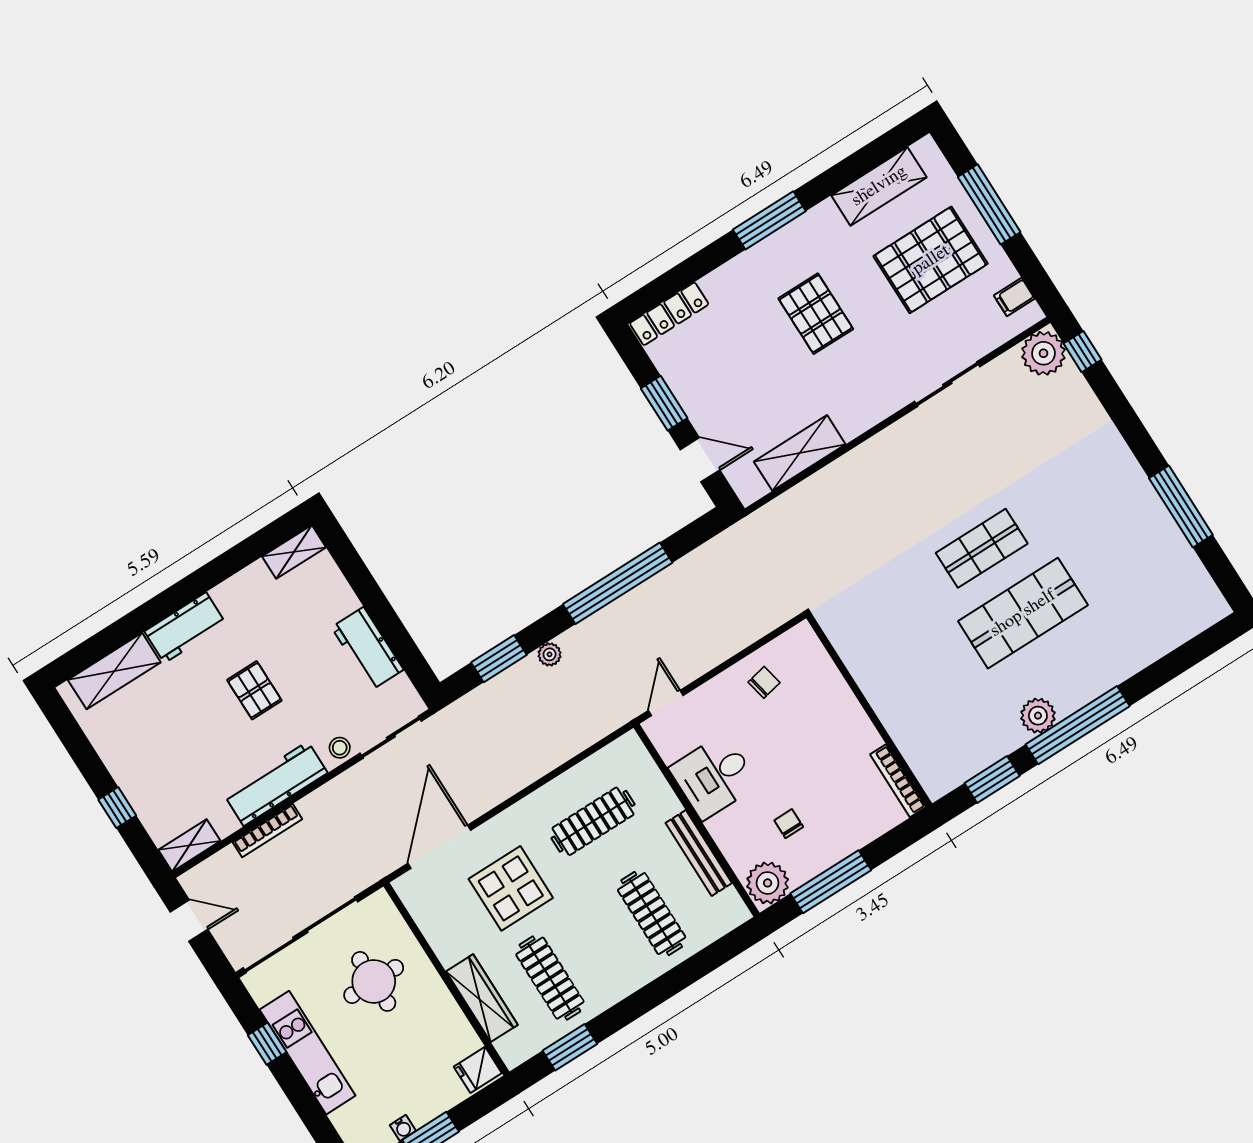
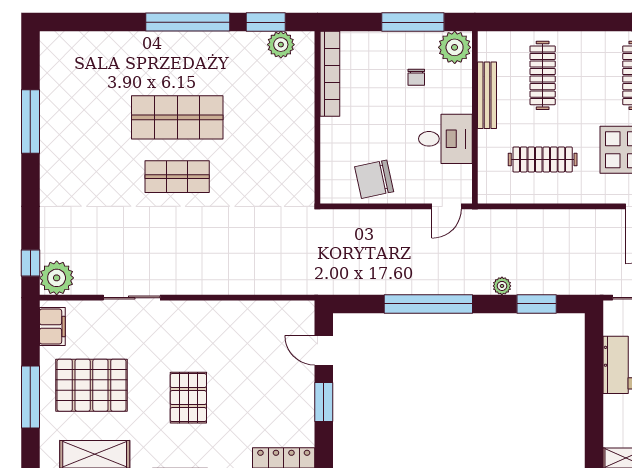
filing cabinet: (1014, 297) -> (52, 327), width x2.00
shelving: (800, 453) -> (256, 314), removed
chair: (764, 682) -> (374, 179), width x1.87, depth x1.87
plant: (1038, 716) -> (281, 45), moved
bookcase: (898, 781) -> (330, 74), width x1.48, depth x1.31

